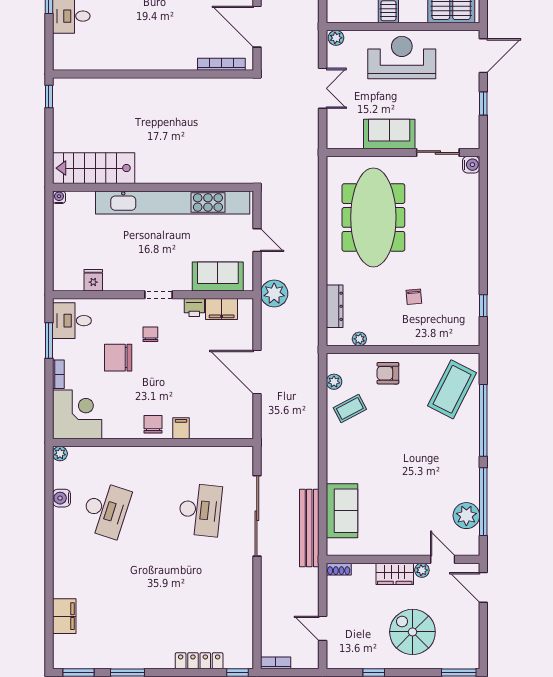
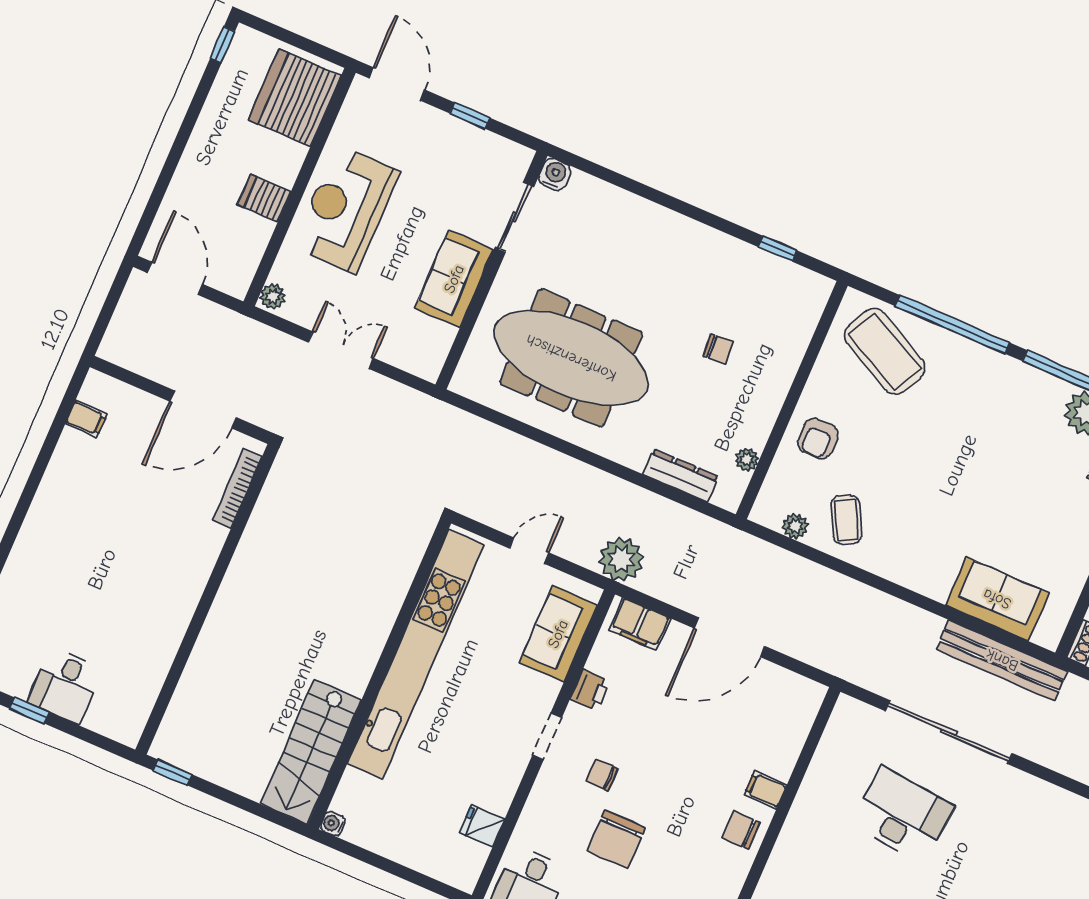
filing cabinet: (222, 309) -> (640, 624), moved, turned 90

